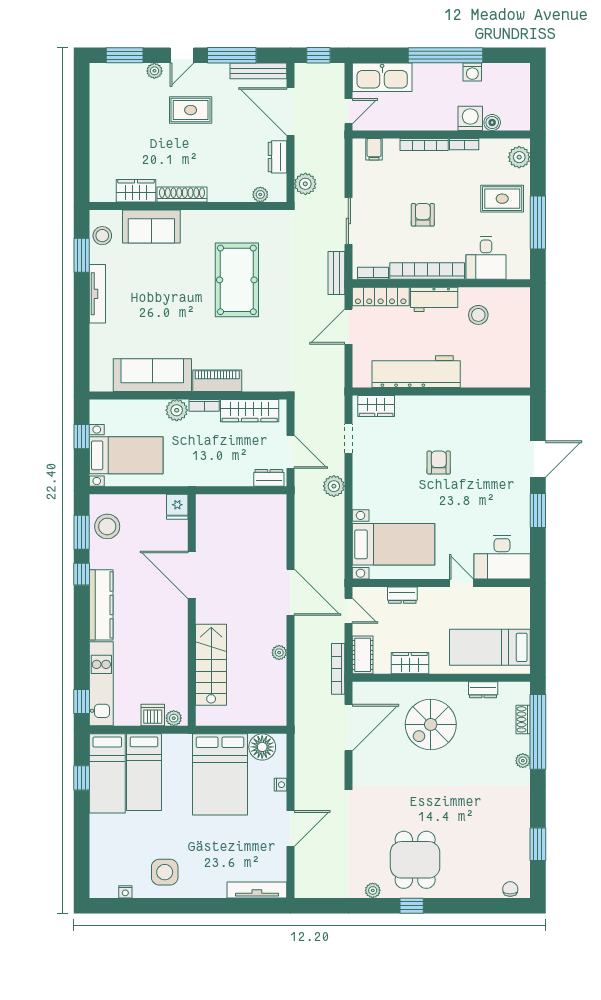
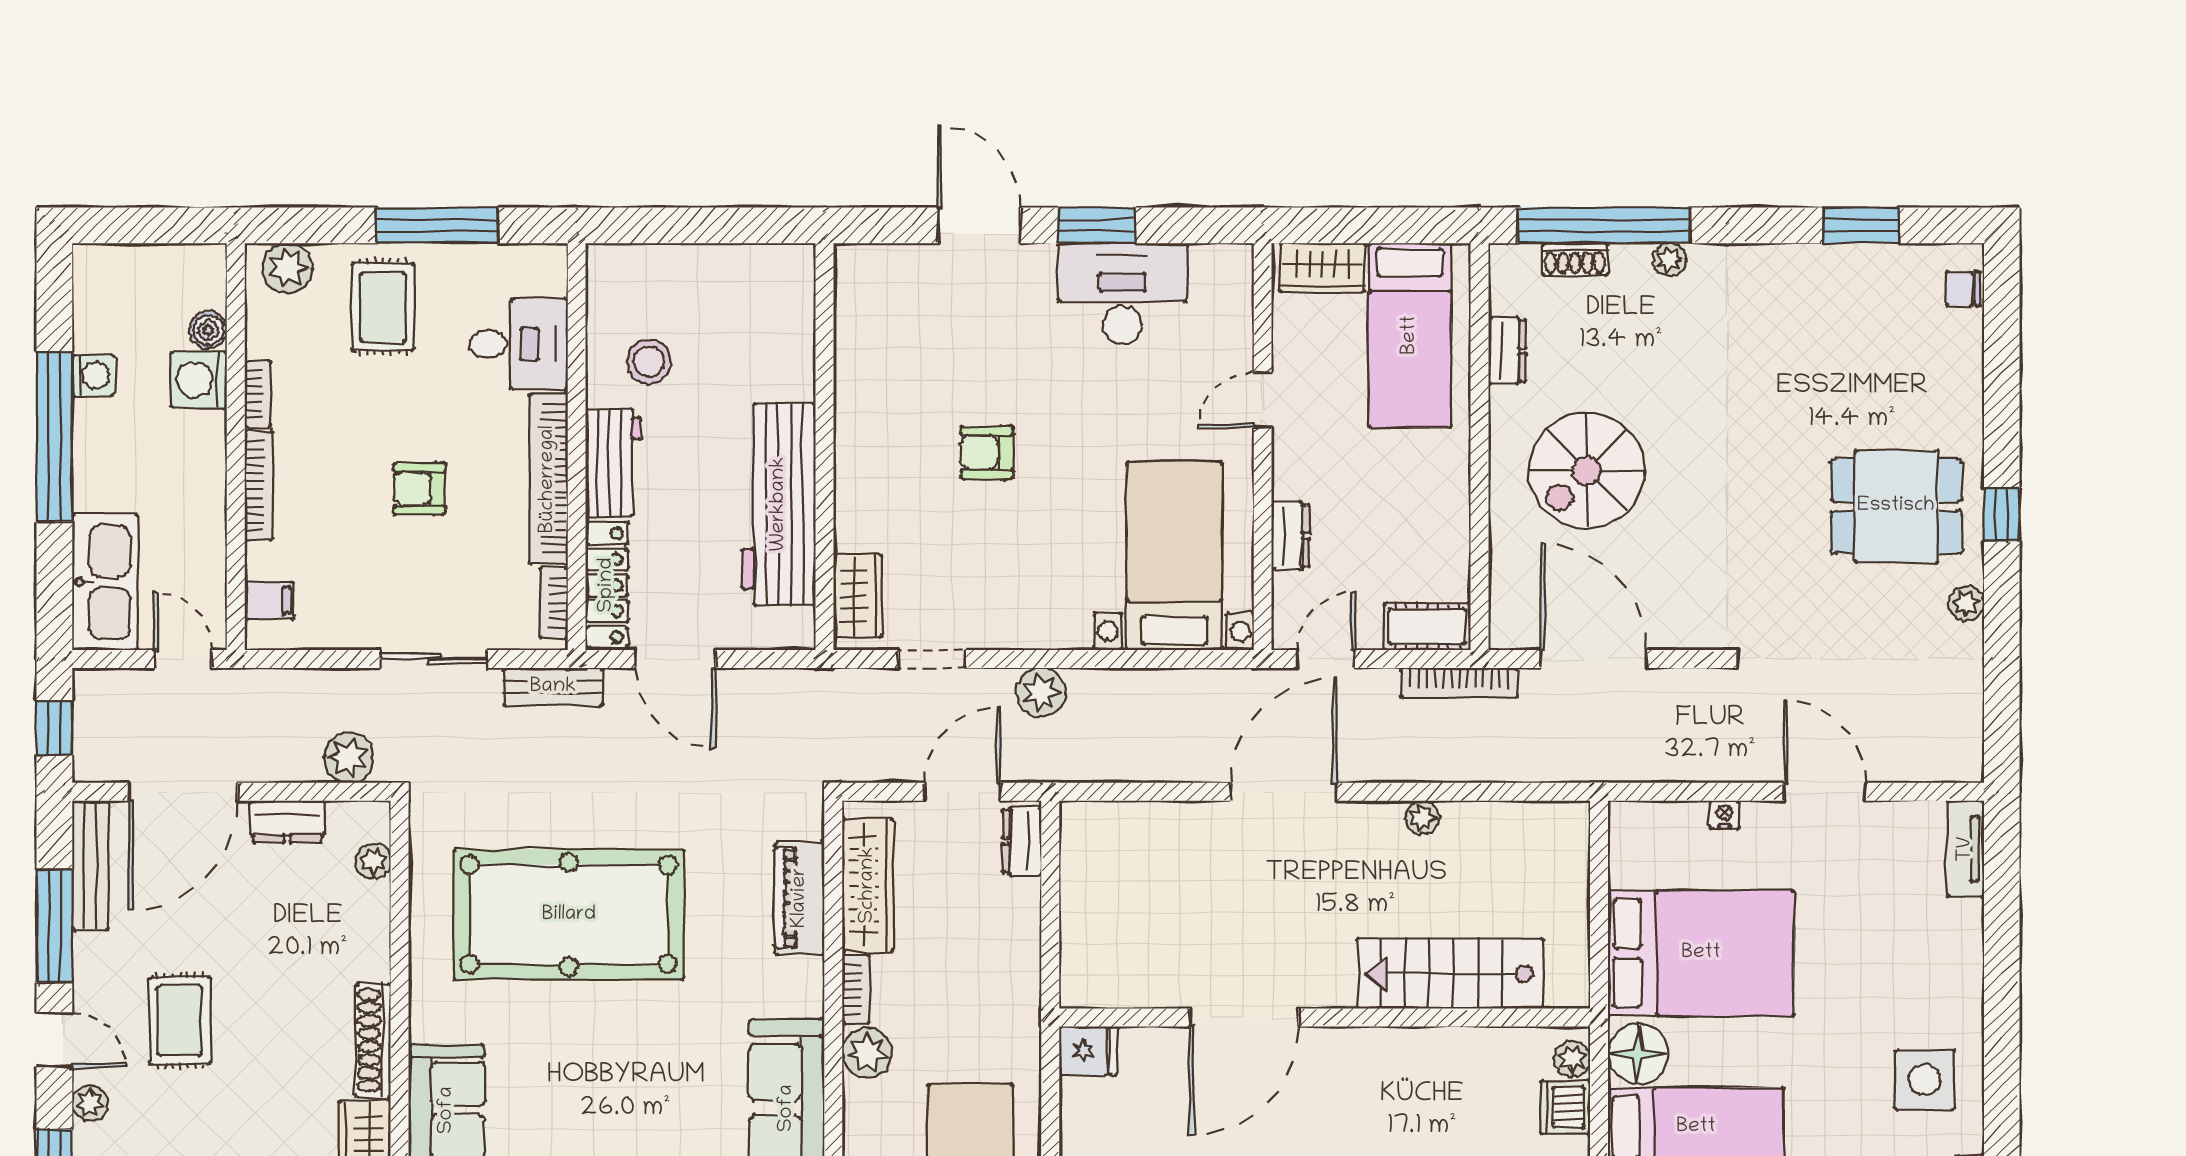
pool table: (237, 280) -> (569, 915), width x1.36, depth x1.32
piano: (217, 381) -> (800, 898), moved
desk: (502, 557) -> (1122, 294), moved, turned -90
wardrobe: (410, 663) -> (1322, 268), moved, turned -90
spiral stairs: (431, 724) -> (1587, 471), turned 90
floor lamp: (262, 747) -> (1638, 1054), moved
tv unit: (257, 890) -> (1966, 849), width x0.71

